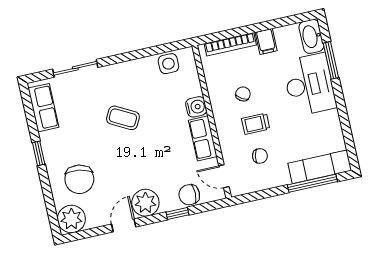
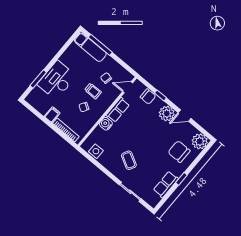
washbasin: (311, 36) -> (34, 96), removed
row of seats: (43, 108) -> (166, 184), moved
coffee table: (123, 118) -> (129, 160), moved
door: (224, 176) -> (128, 87), swing flipped
chair: (79, 179) -> (179, 152), turned -99

